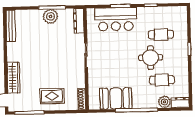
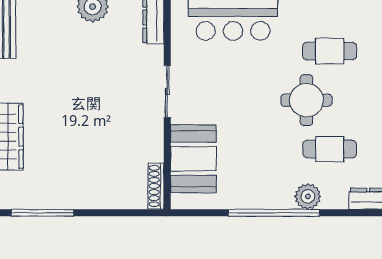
rug: (52, 96) -> (92, 178), removed
booth: (116, 98) -> (193, 159), moved, turned 90
plant: (164, 102) -> (308, 196), moved

